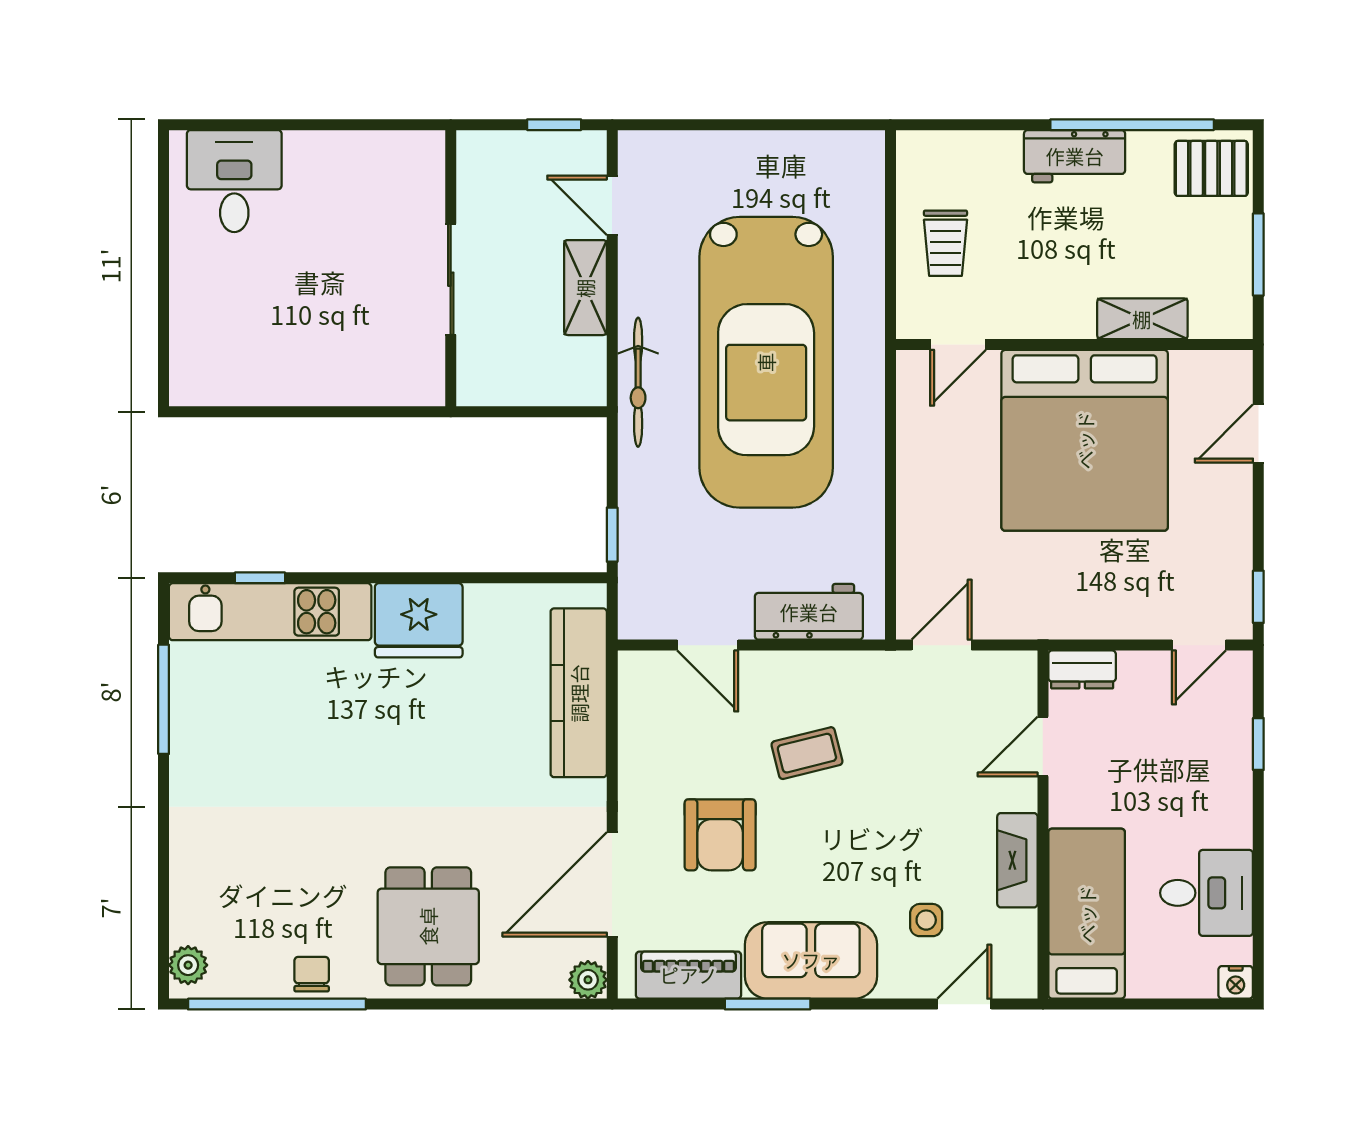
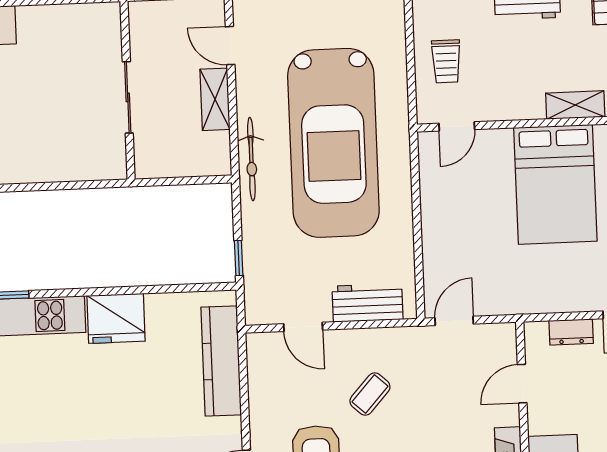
bed: (1085, 440) -> (555, 184), width x0.73
dresser: (1082, 669) -> (571, 332), moved
coffee table: (807, 753) -> (370, 394), turned -34

